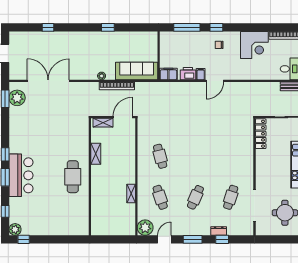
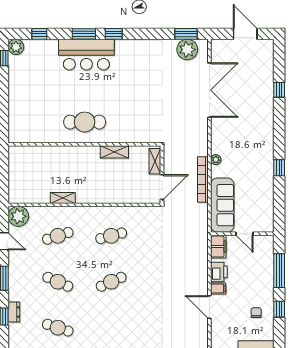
door: (159, 54) -> (245, 234), added
door: (123, 117) -> (162, 187), hinge flipped
cafe table: (195, 156) -> (111, 282), added

